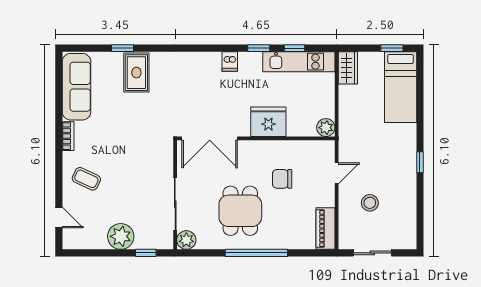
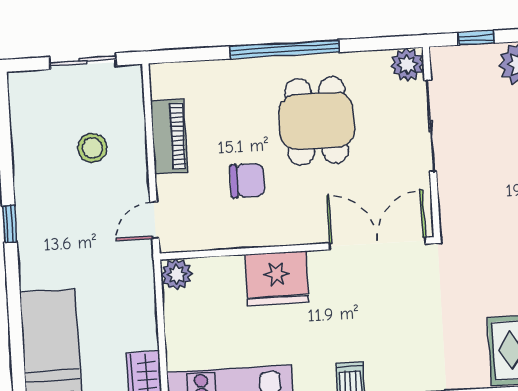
door: (337, 173) -> (155, 220), moved
piano: (326, 228) -> (169, 136), moved

